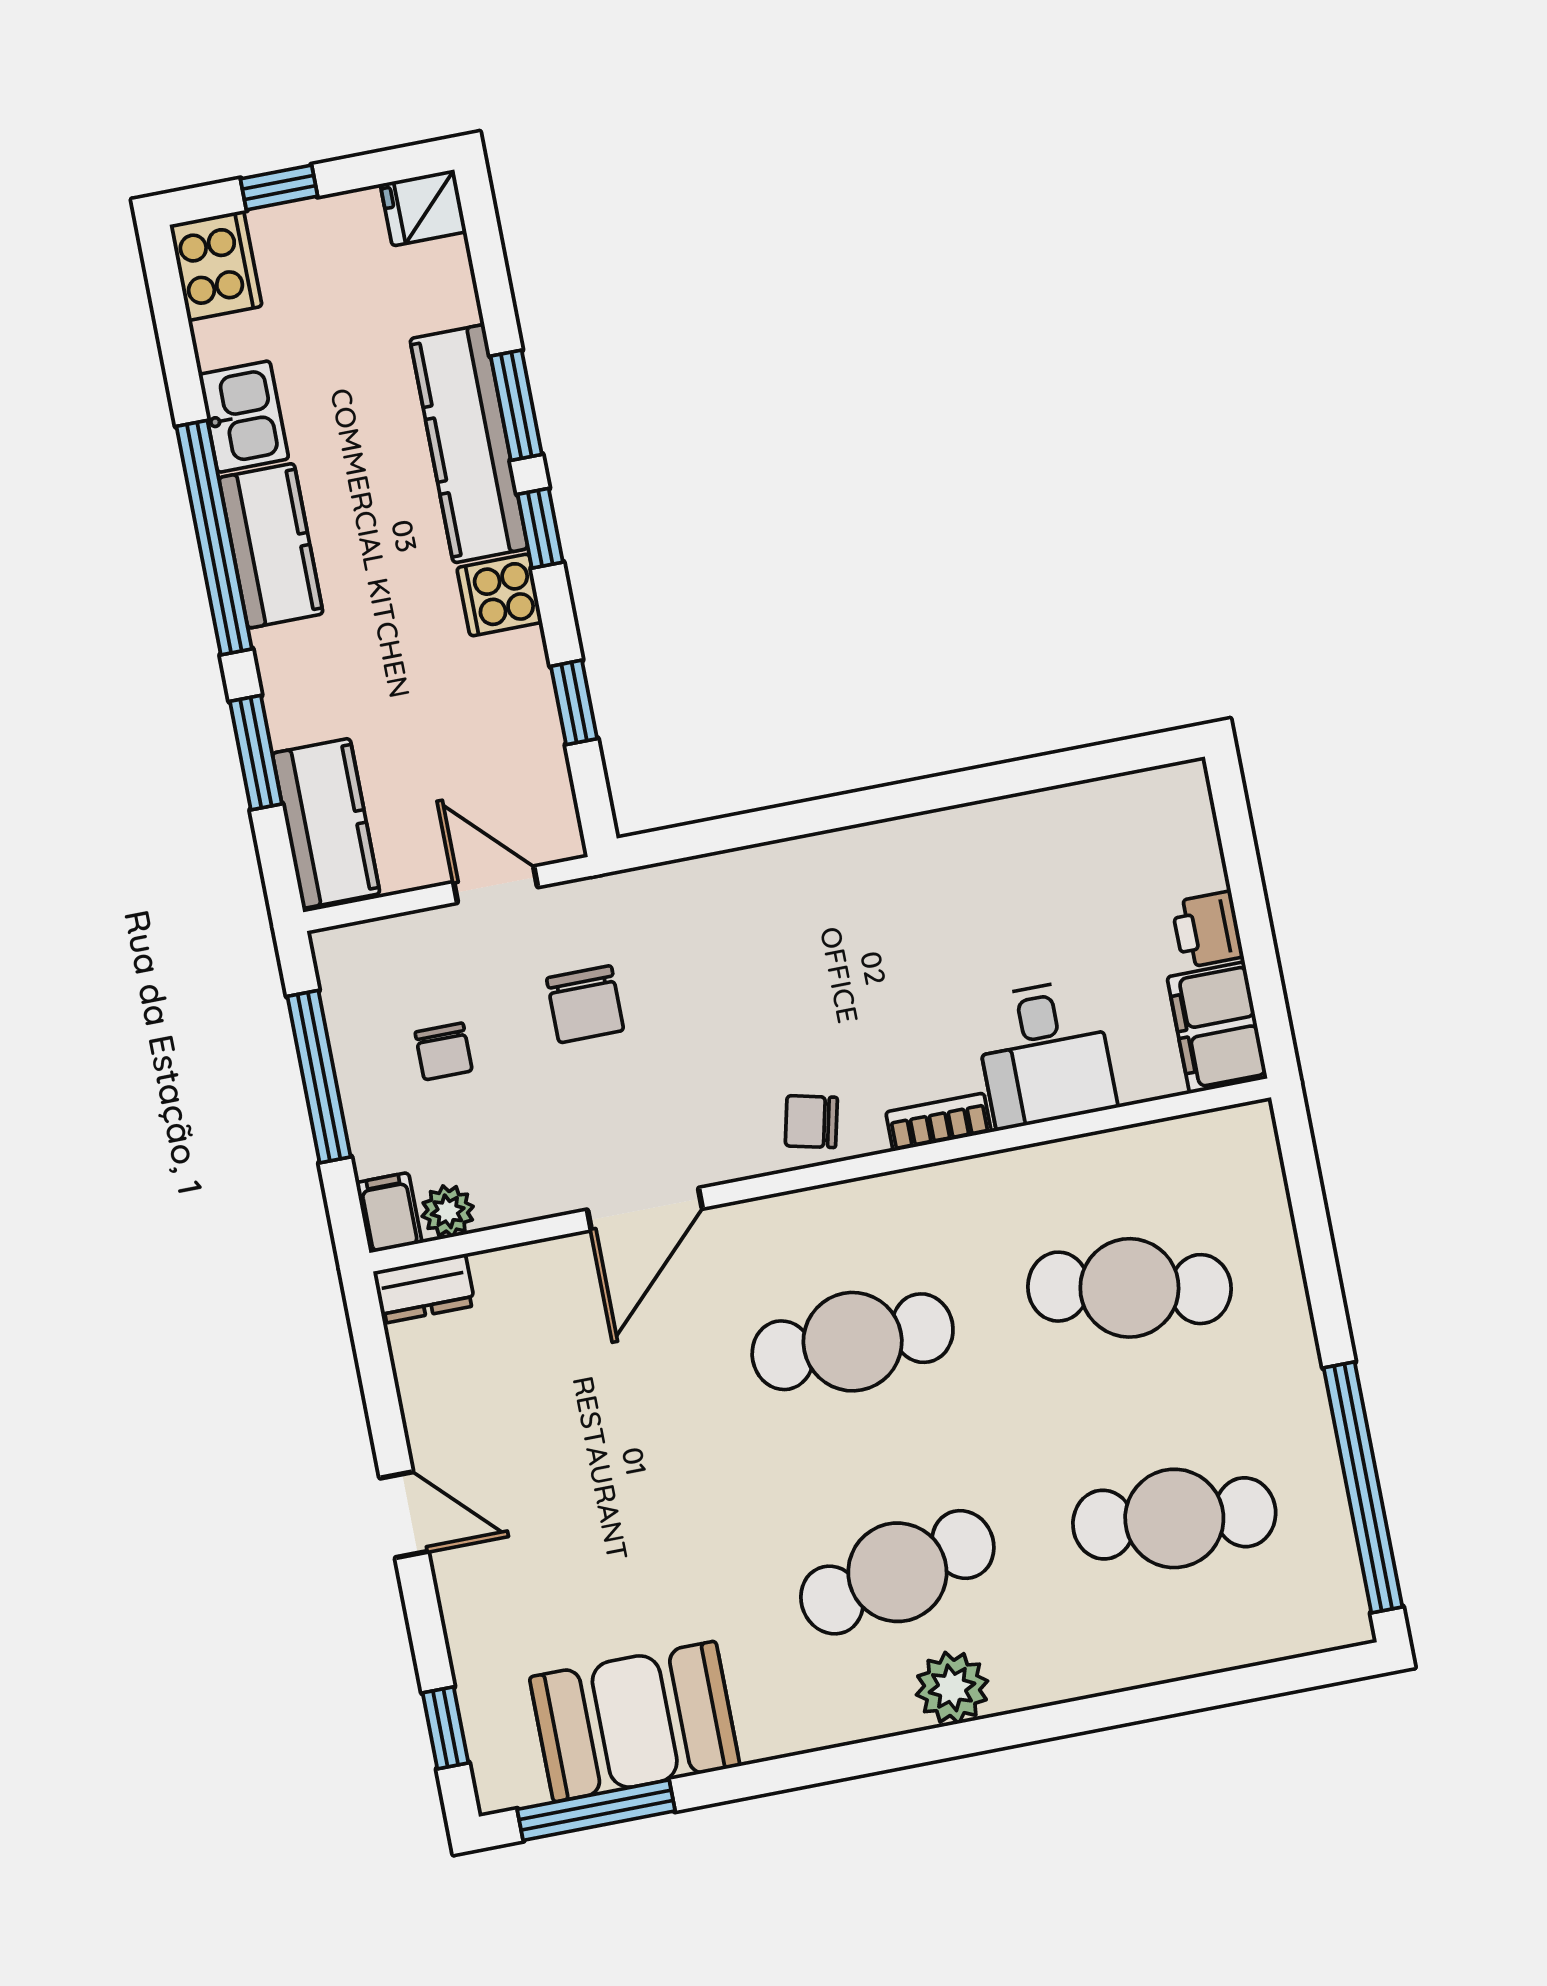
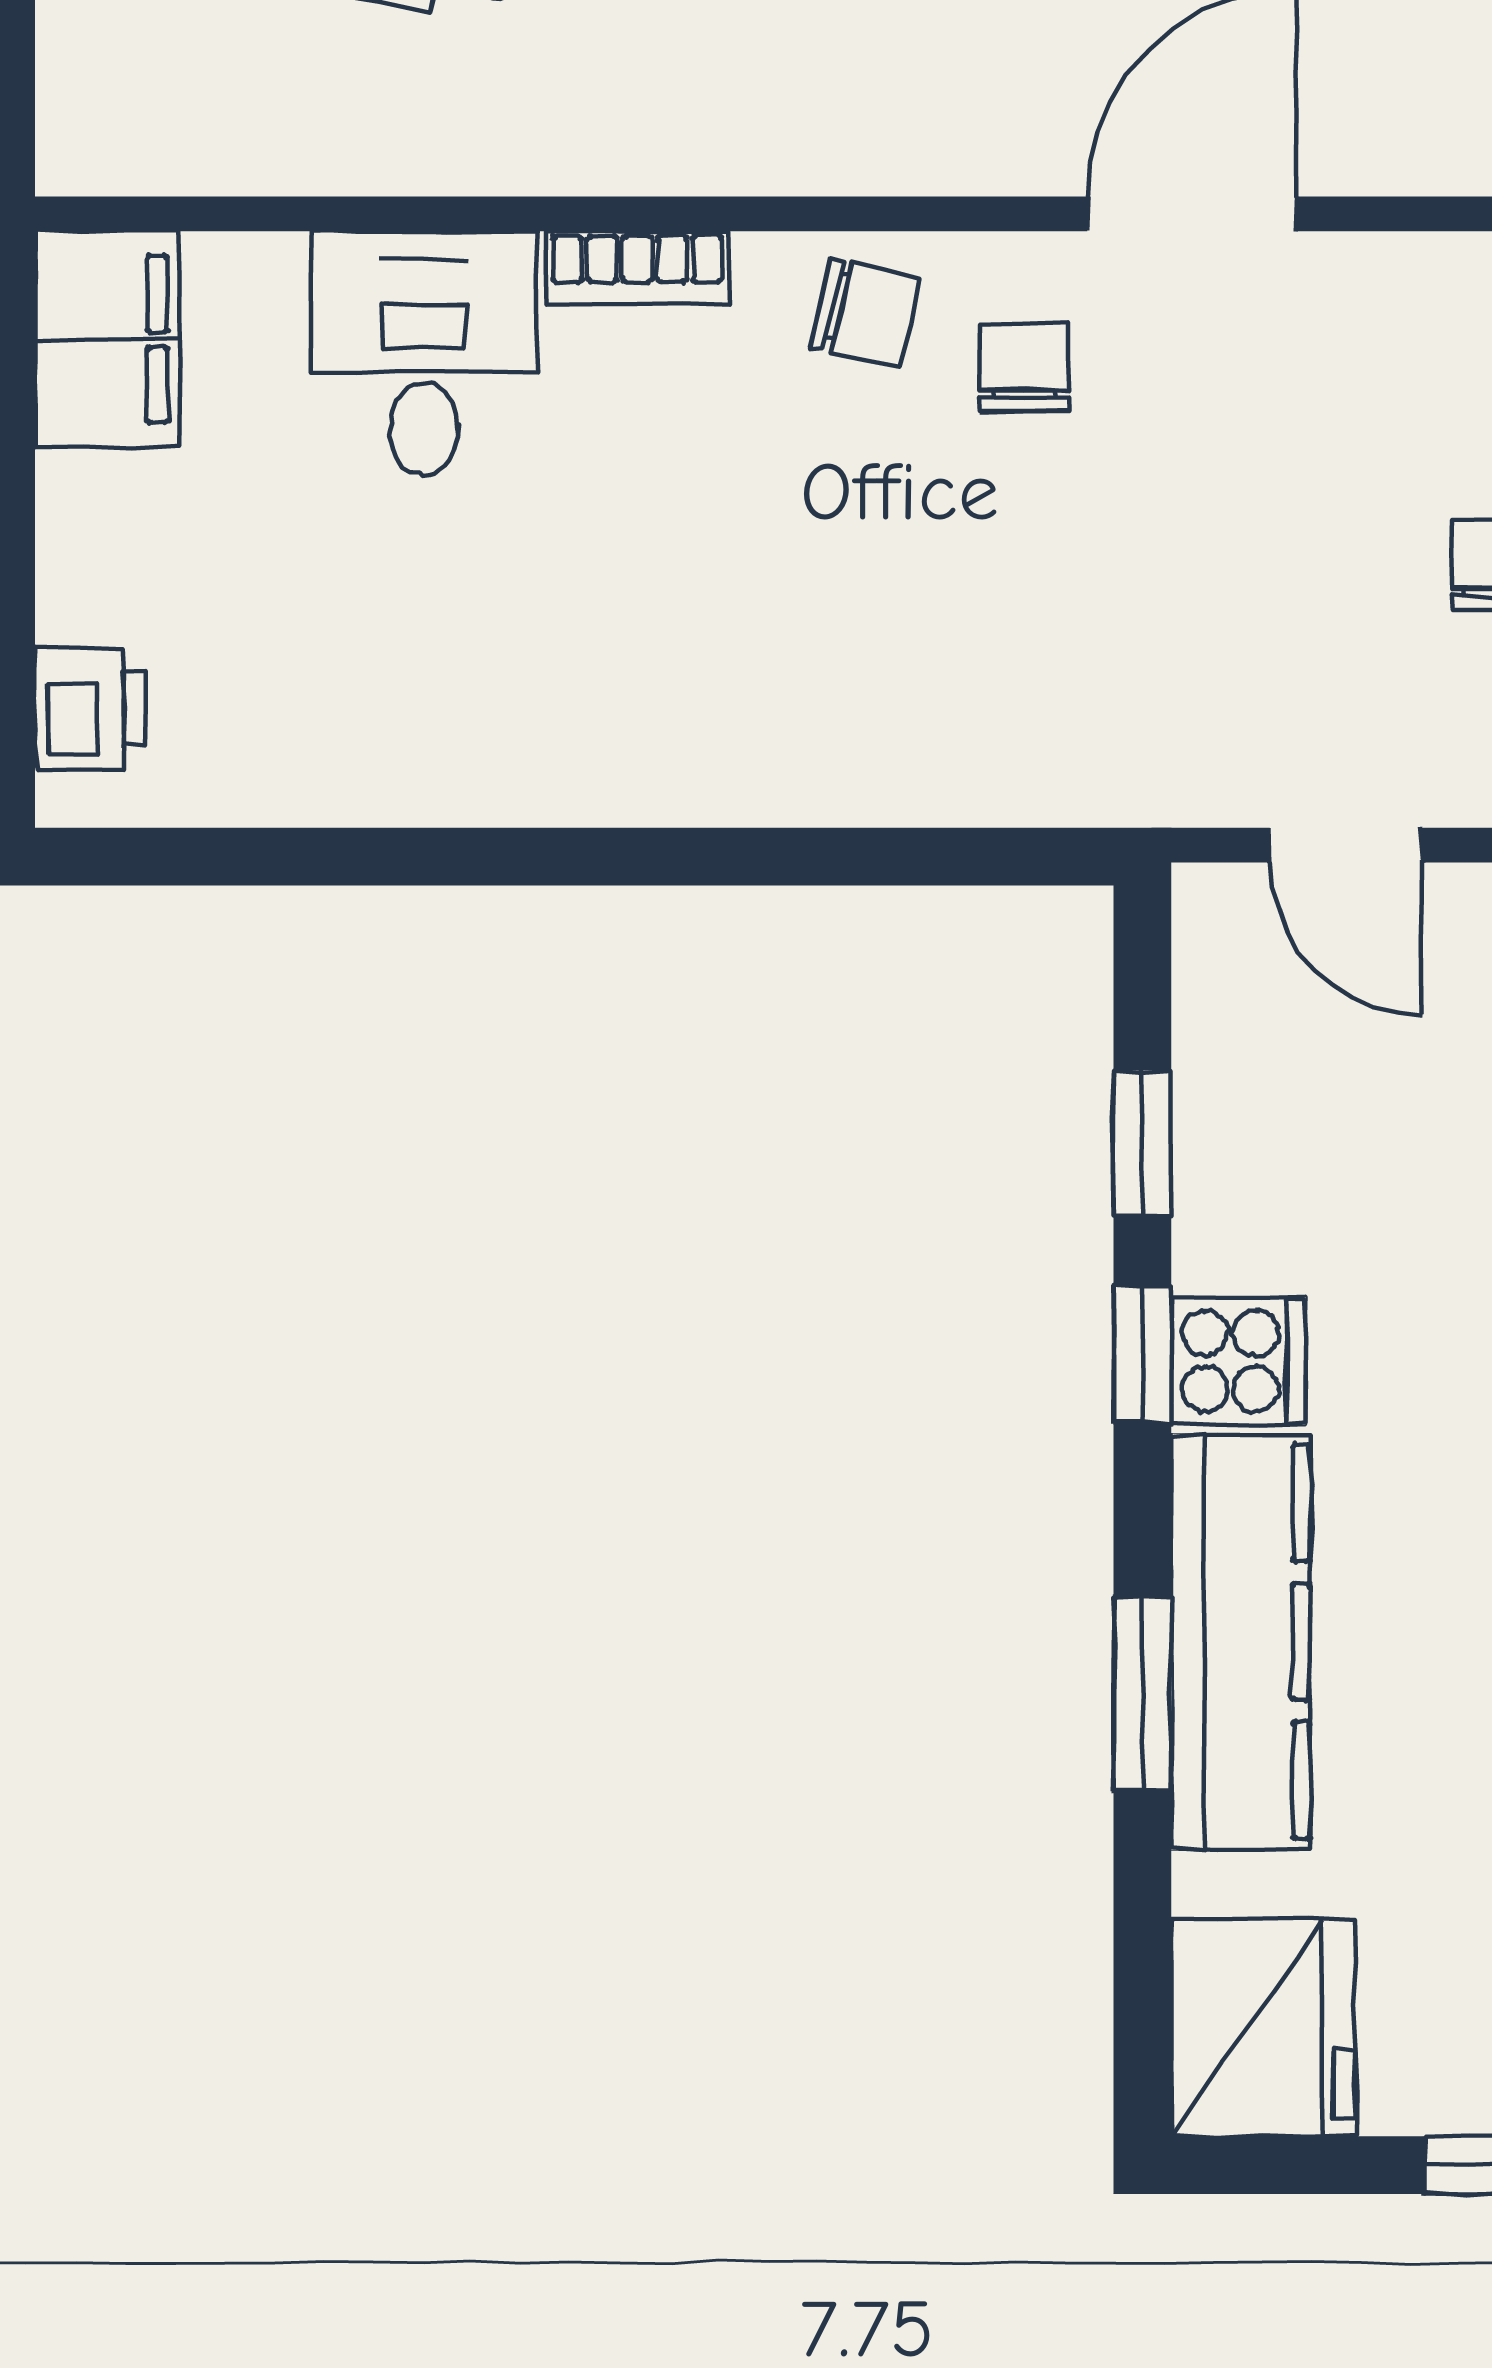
fridge: (423, 208) -> (1263, 2028), width x1.88, depth x1.34
window: (540, 528) -> (1142, 1354), moved
printer: (1207, 929) -> (91, 708), moved
chair: (585, 1004) -> (1024, 368), moved, width x0.73, depth x0.73

